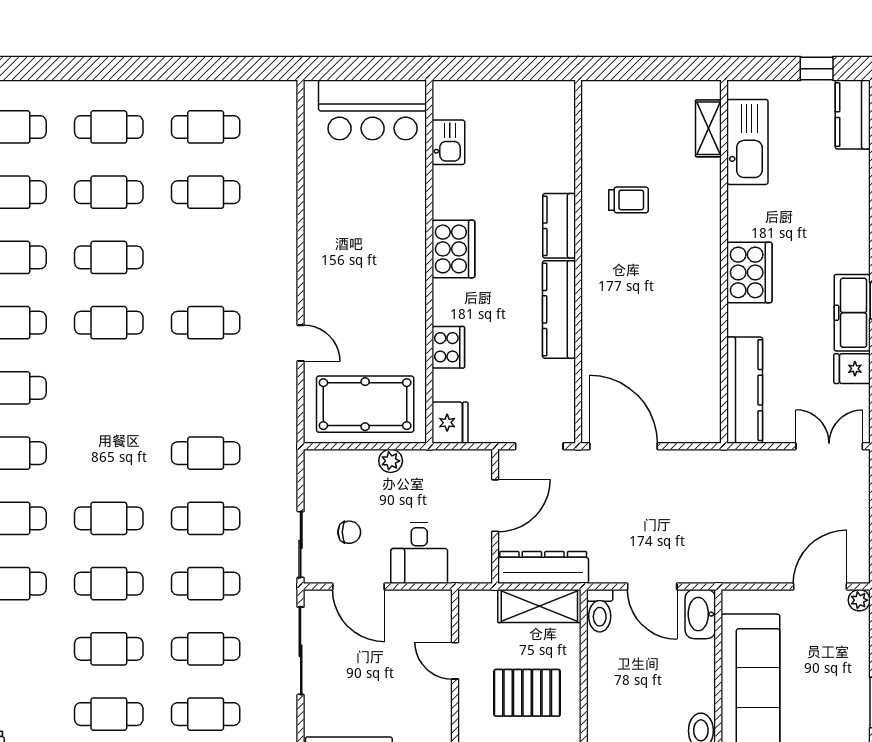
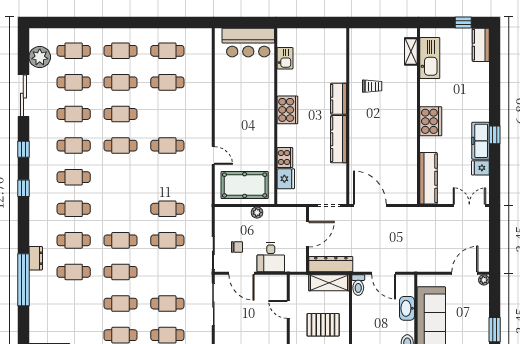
fridge: (450, 423) -> (286, 179), moved
cafe table: (206, 584) -> (167, 272), removed
washbasin: (700, 614) -> (407, 308), moved

